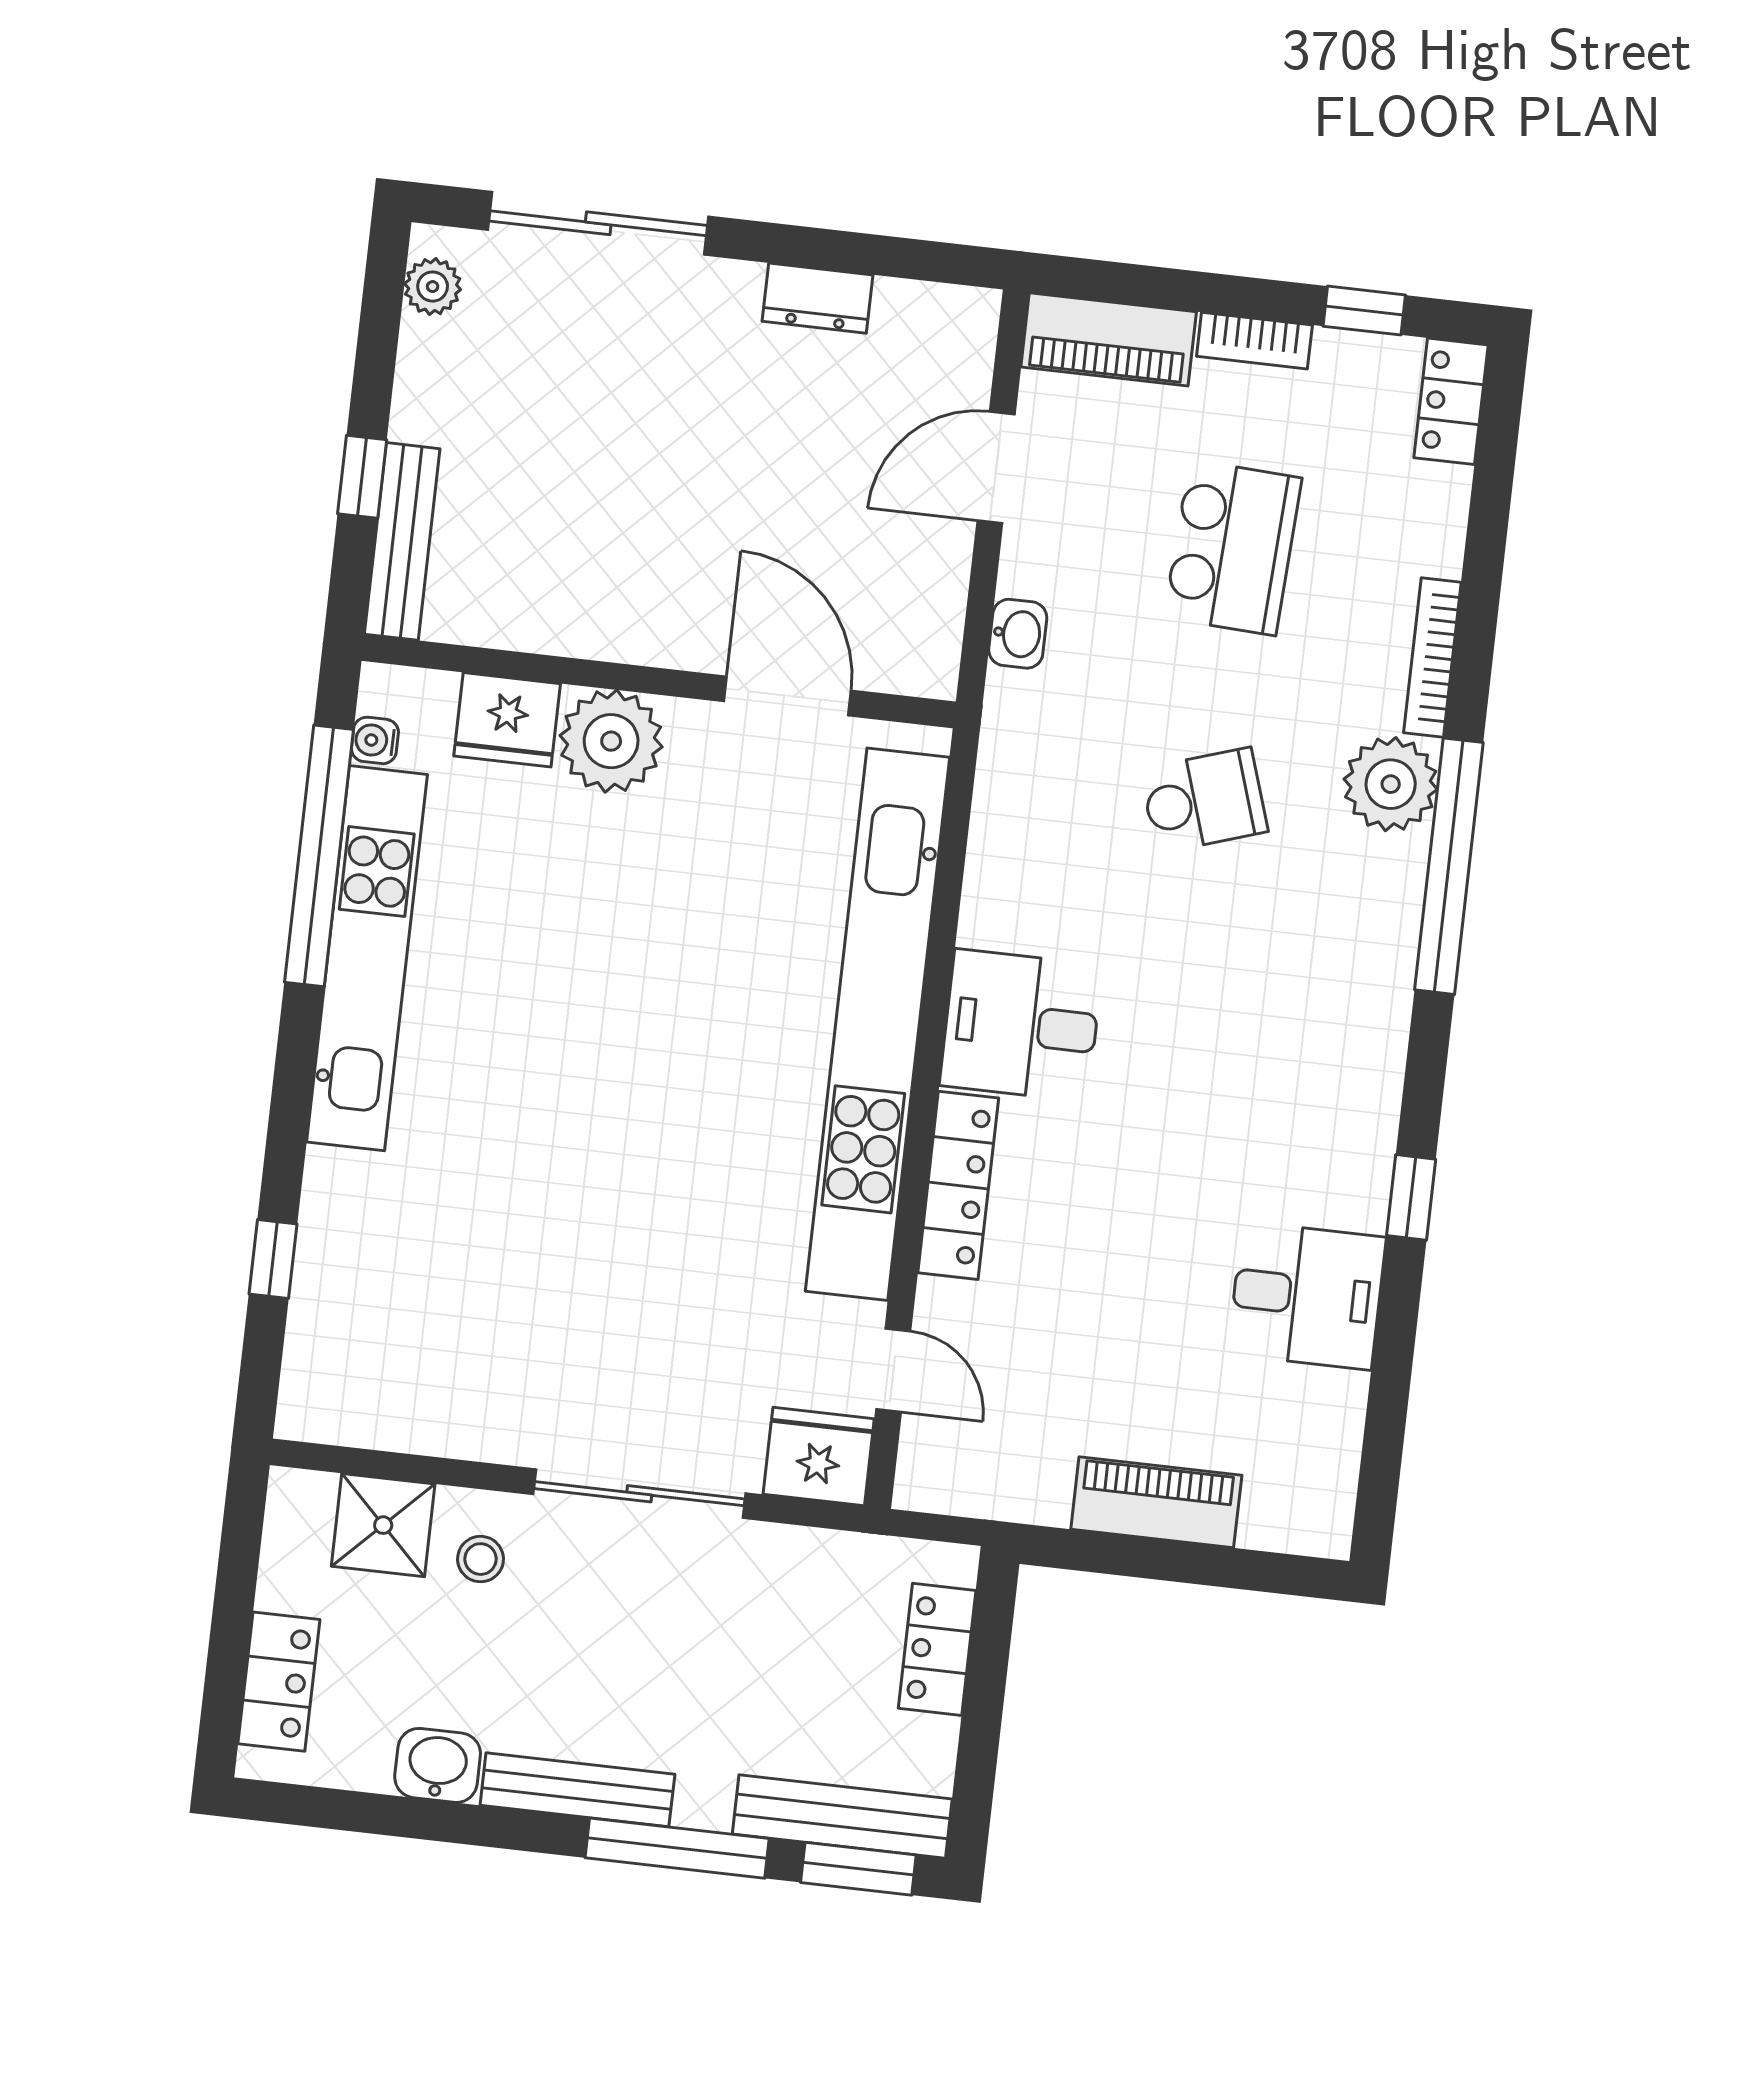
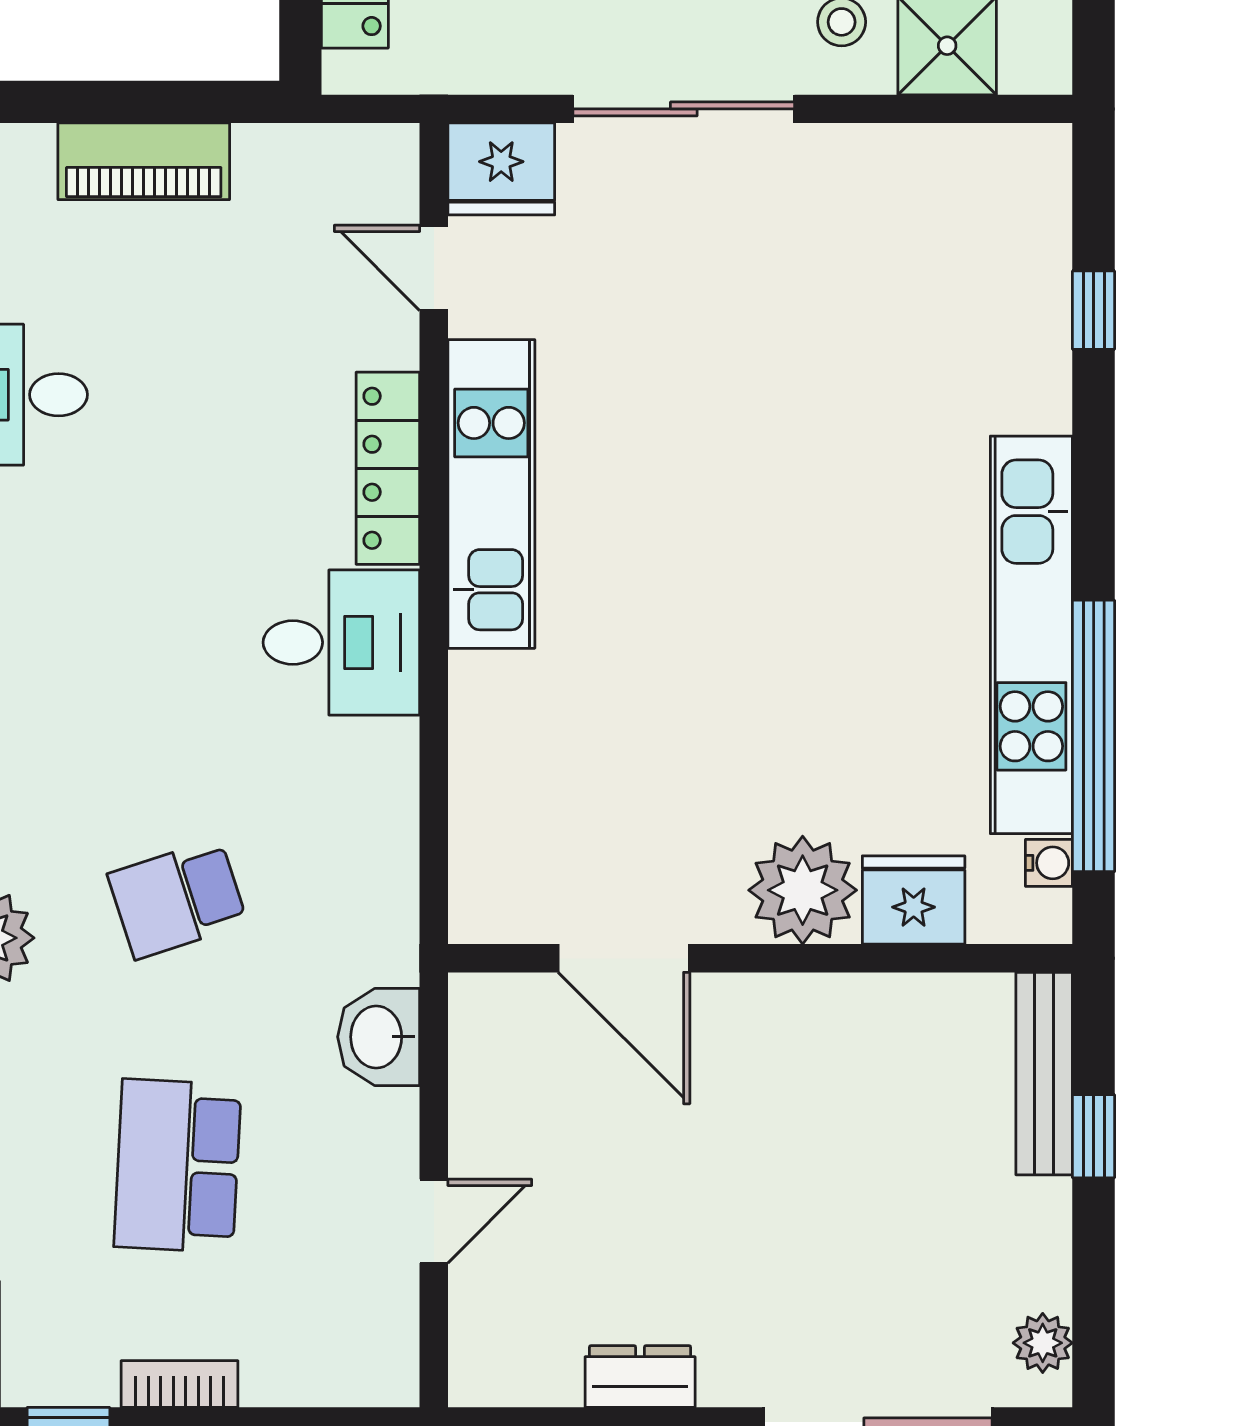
piano: (1109, 339) -> (332, 1368), removed
door: (996, 468) -> (434, 1221), width x0.73
washbasin: (1018, 634) -> (379, 1037), width x1.38, depth x1.45
kitchen unit: (877, 1024) -> (491, 494), width x0.54

